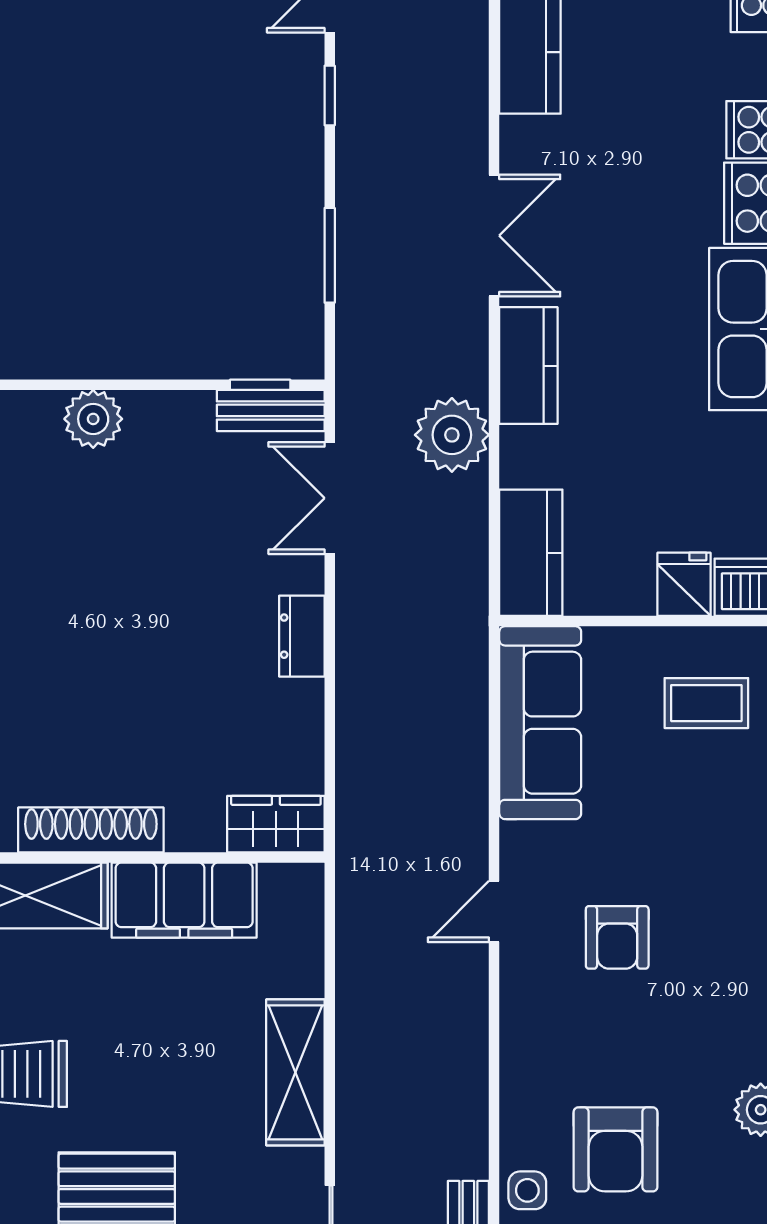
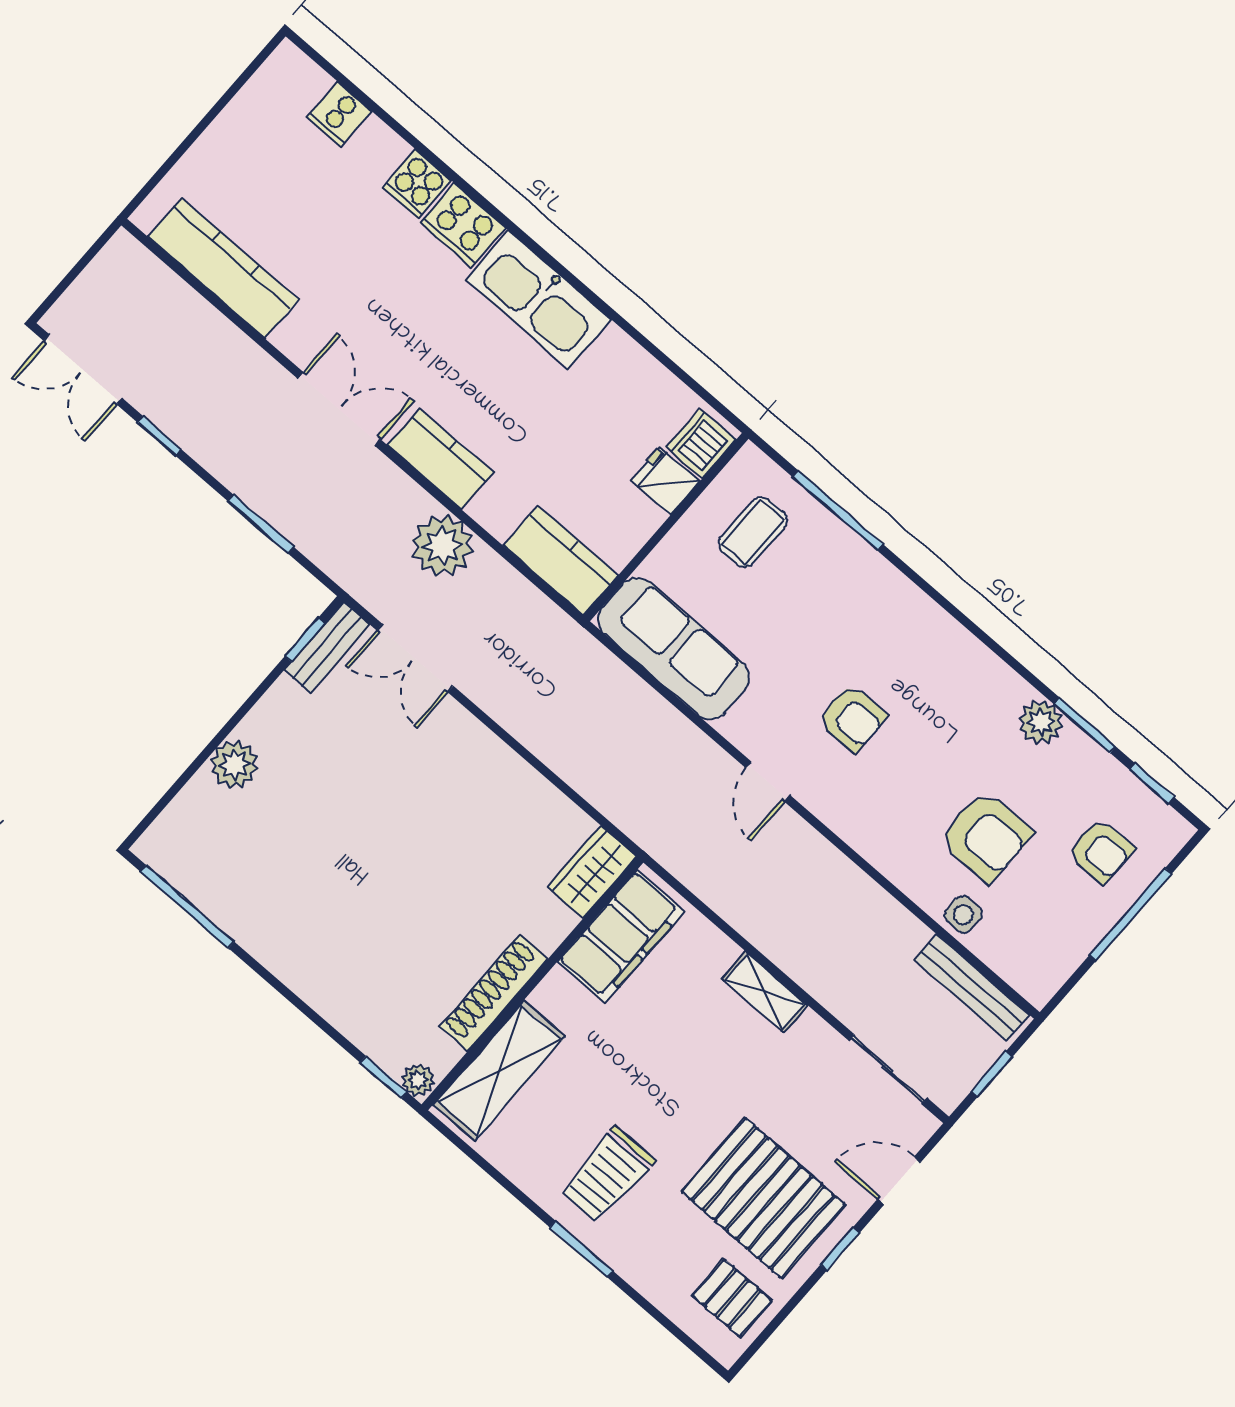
dresser: (302, 636) -> (487, 752), removed
filing cabinet: (184, 900) -> (621, 936), moved
shelving: (295, 1072) -> (765, 992), width x0.67, depth x0.75

